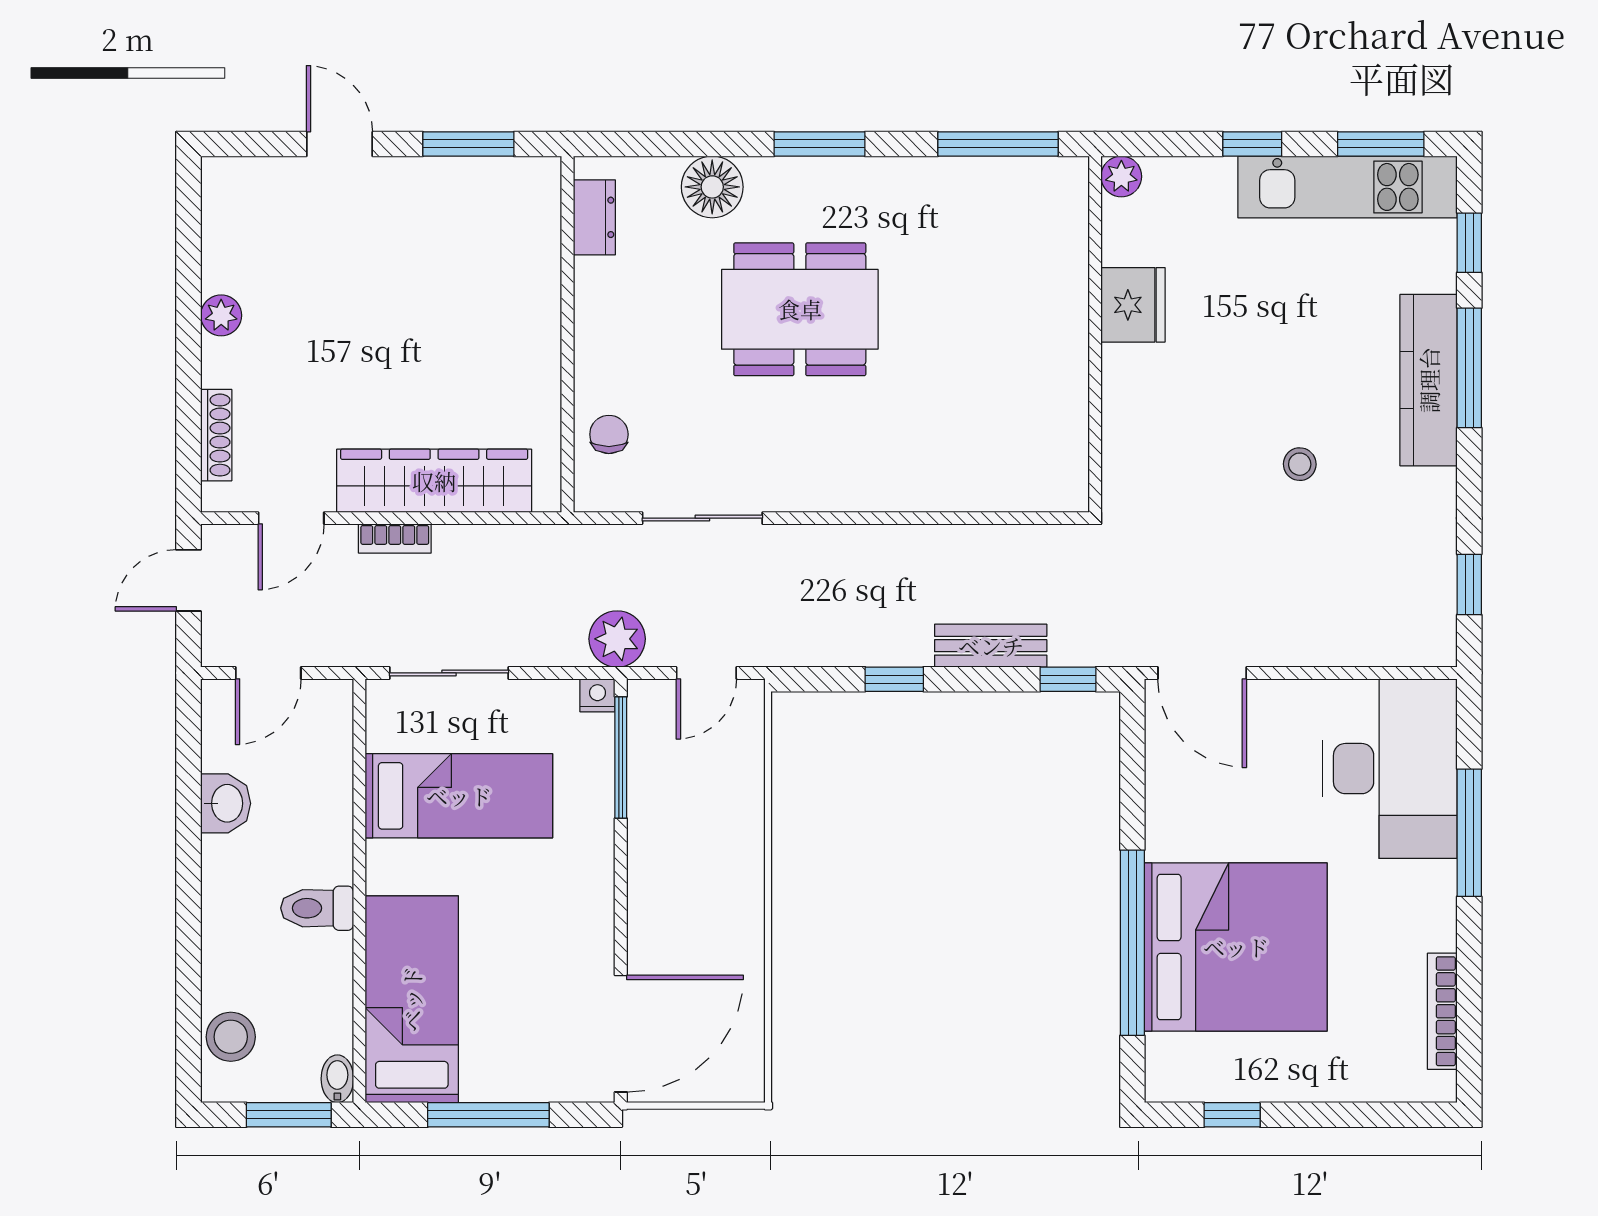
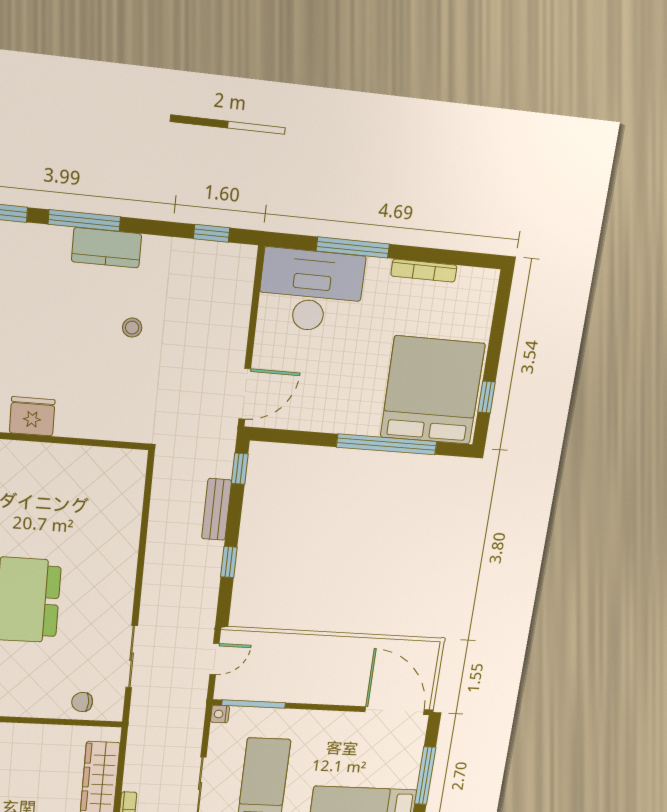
kitchen counter: (1429, 380) -> (106, 248), width x0.67
plant: (617, 639) -> (192, 703), removed
door: (706, 673) -> (214, 659), hinge flipped
bed: (1236, 947) -> (433, 390), moved
bookcase: (1442, 1011) -> (424, 271), moved

